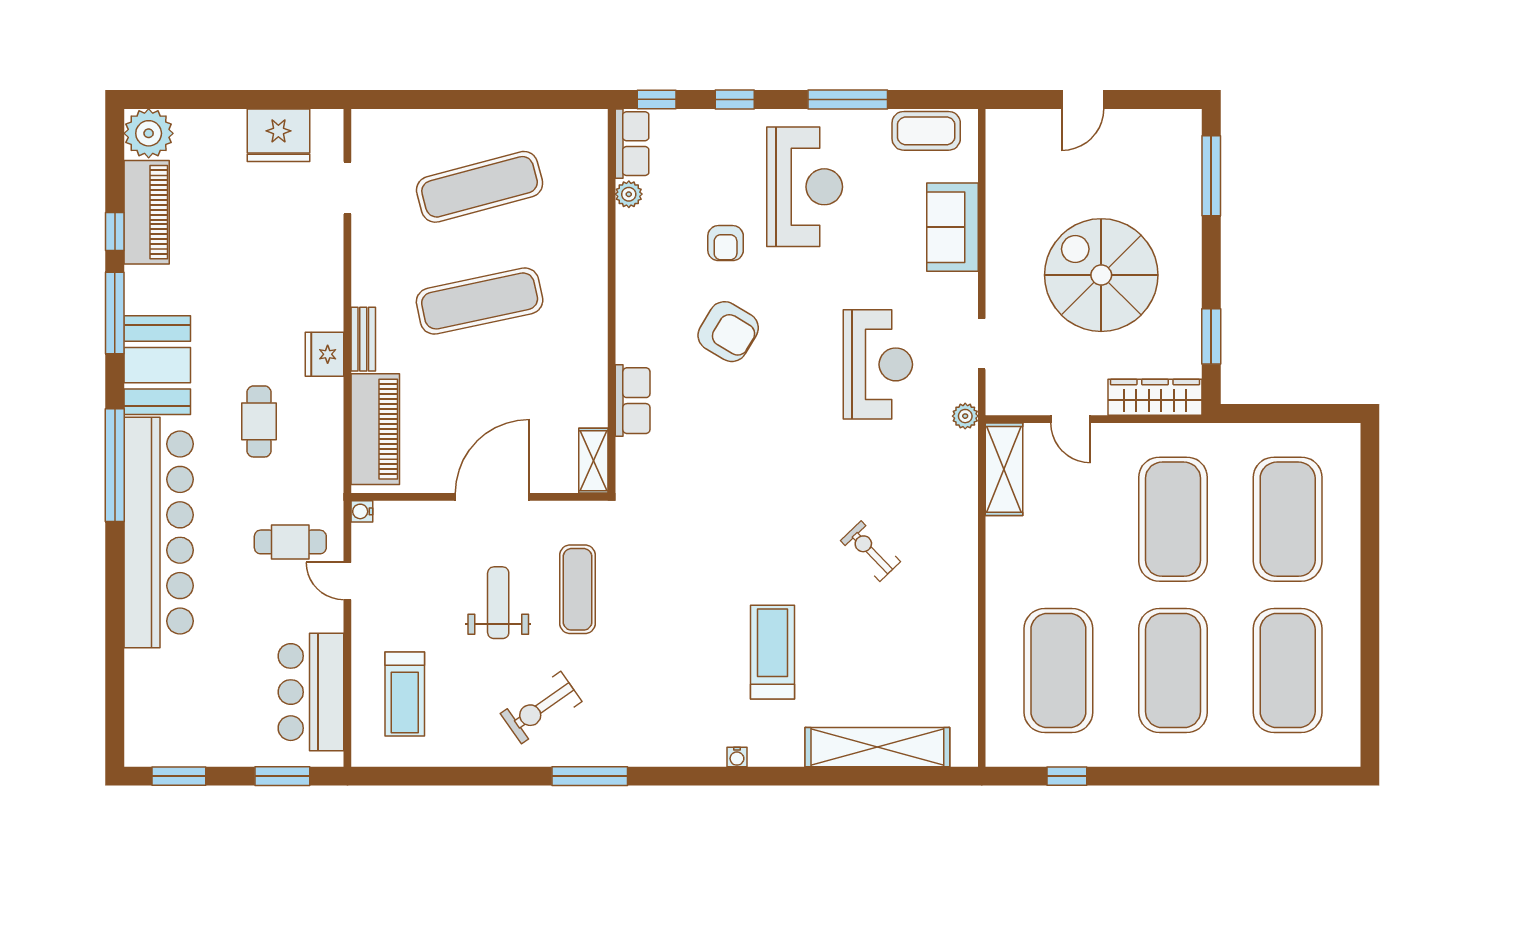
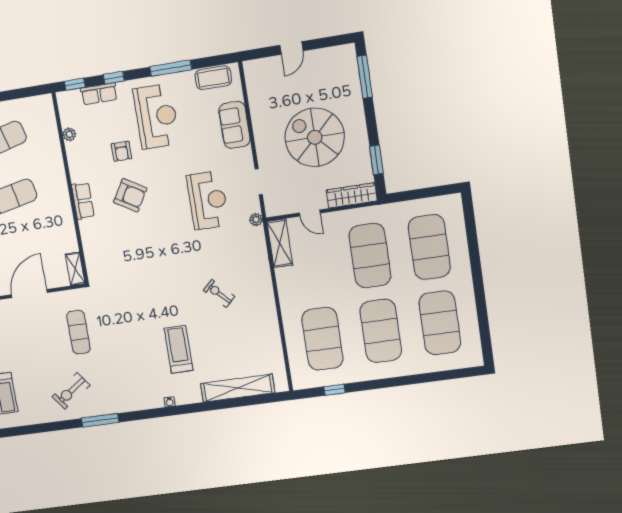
row of seats: (632, 144) -> (99, 94), moved, turned 90
row of seats: (633, 401) -> (83, 201), moved
weight bench: (498, 603) -> (42, 344), removed

